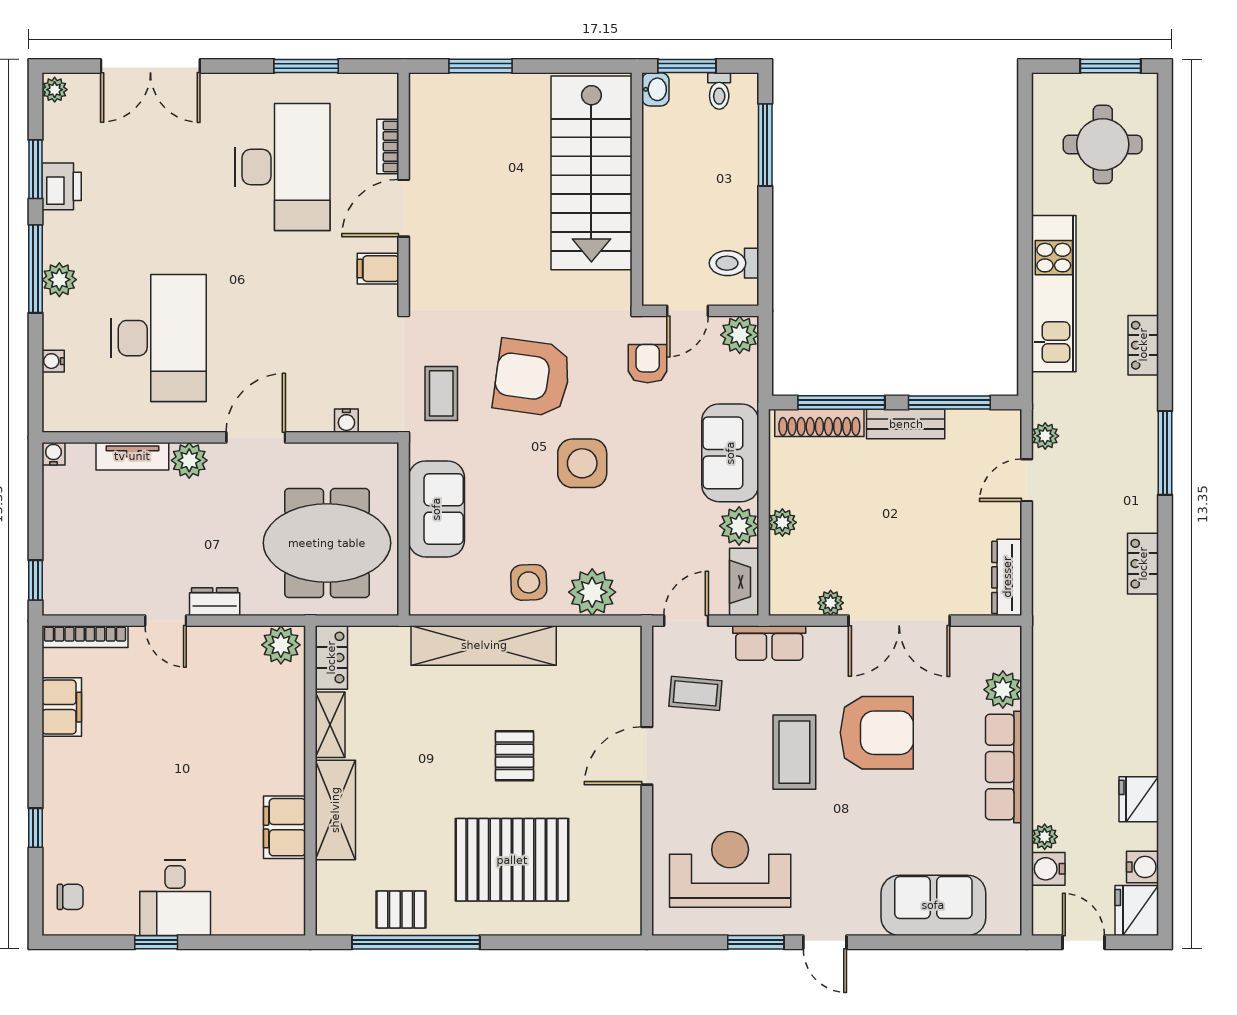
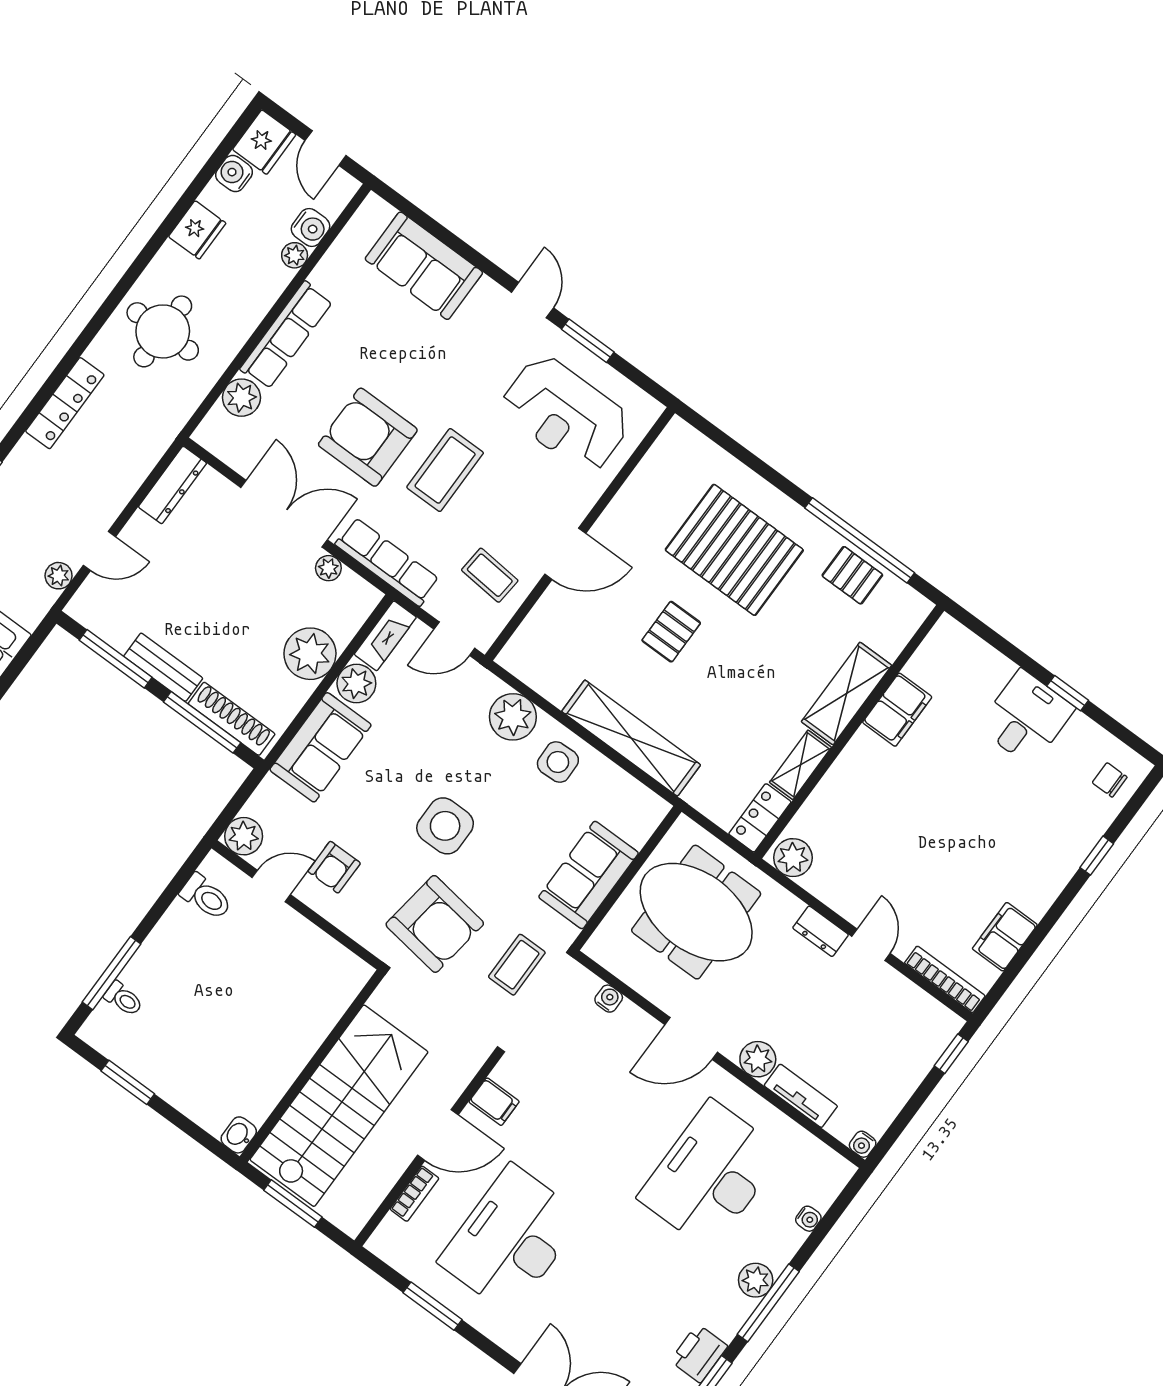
washbasin: (655, 89) -> (239, 1135), moved
toilet: (719, 91) -> (123, 999), moved, turned 90
stairs: (591, 173) -> (339, 1106), moved
wall: (637, 189) -> (312, 1066), moved
plant: (782, 522) -> (310, 654), width x1.88, depth x1.88
locker: (1143, 564) -> (65, 403), width x1.53
row of seats: (769, 643) -> (387, 562), width x1.48
round table: (1106, 696) -> (163, 331), added

